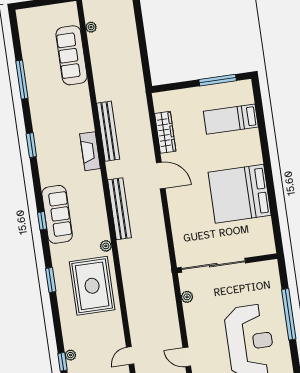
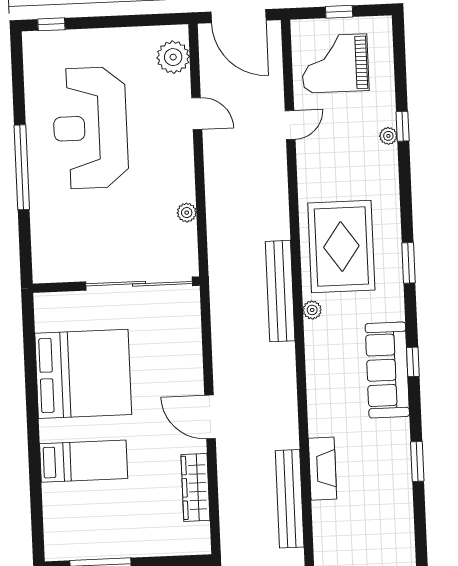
bed: (231, 119) -> (84, 461), moved
window: (31, 145) -> (417, 461), moved
bench: (119, 209) -> (280, 291), moved
wall: (227, 263) -> (116, 285), moved
sliding door: (213, 265) -> (139, 284), moved

